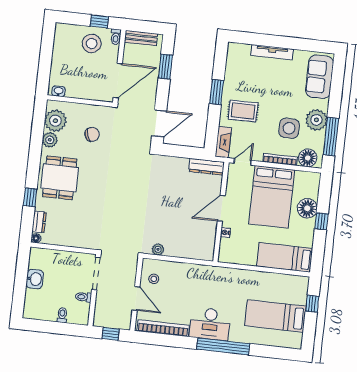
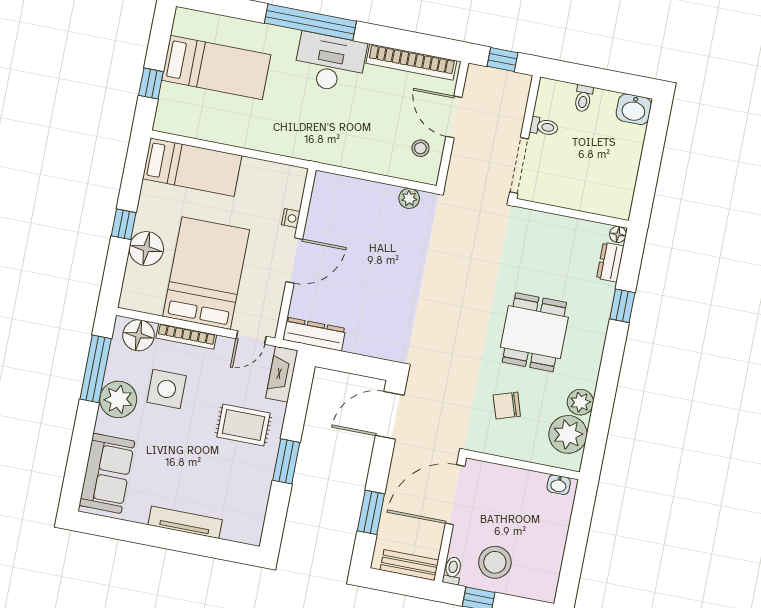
dining table: (60, 178) -> (534, 332), moved
washbasin: (35, 279) -> (634, 109), moved, turned -90

